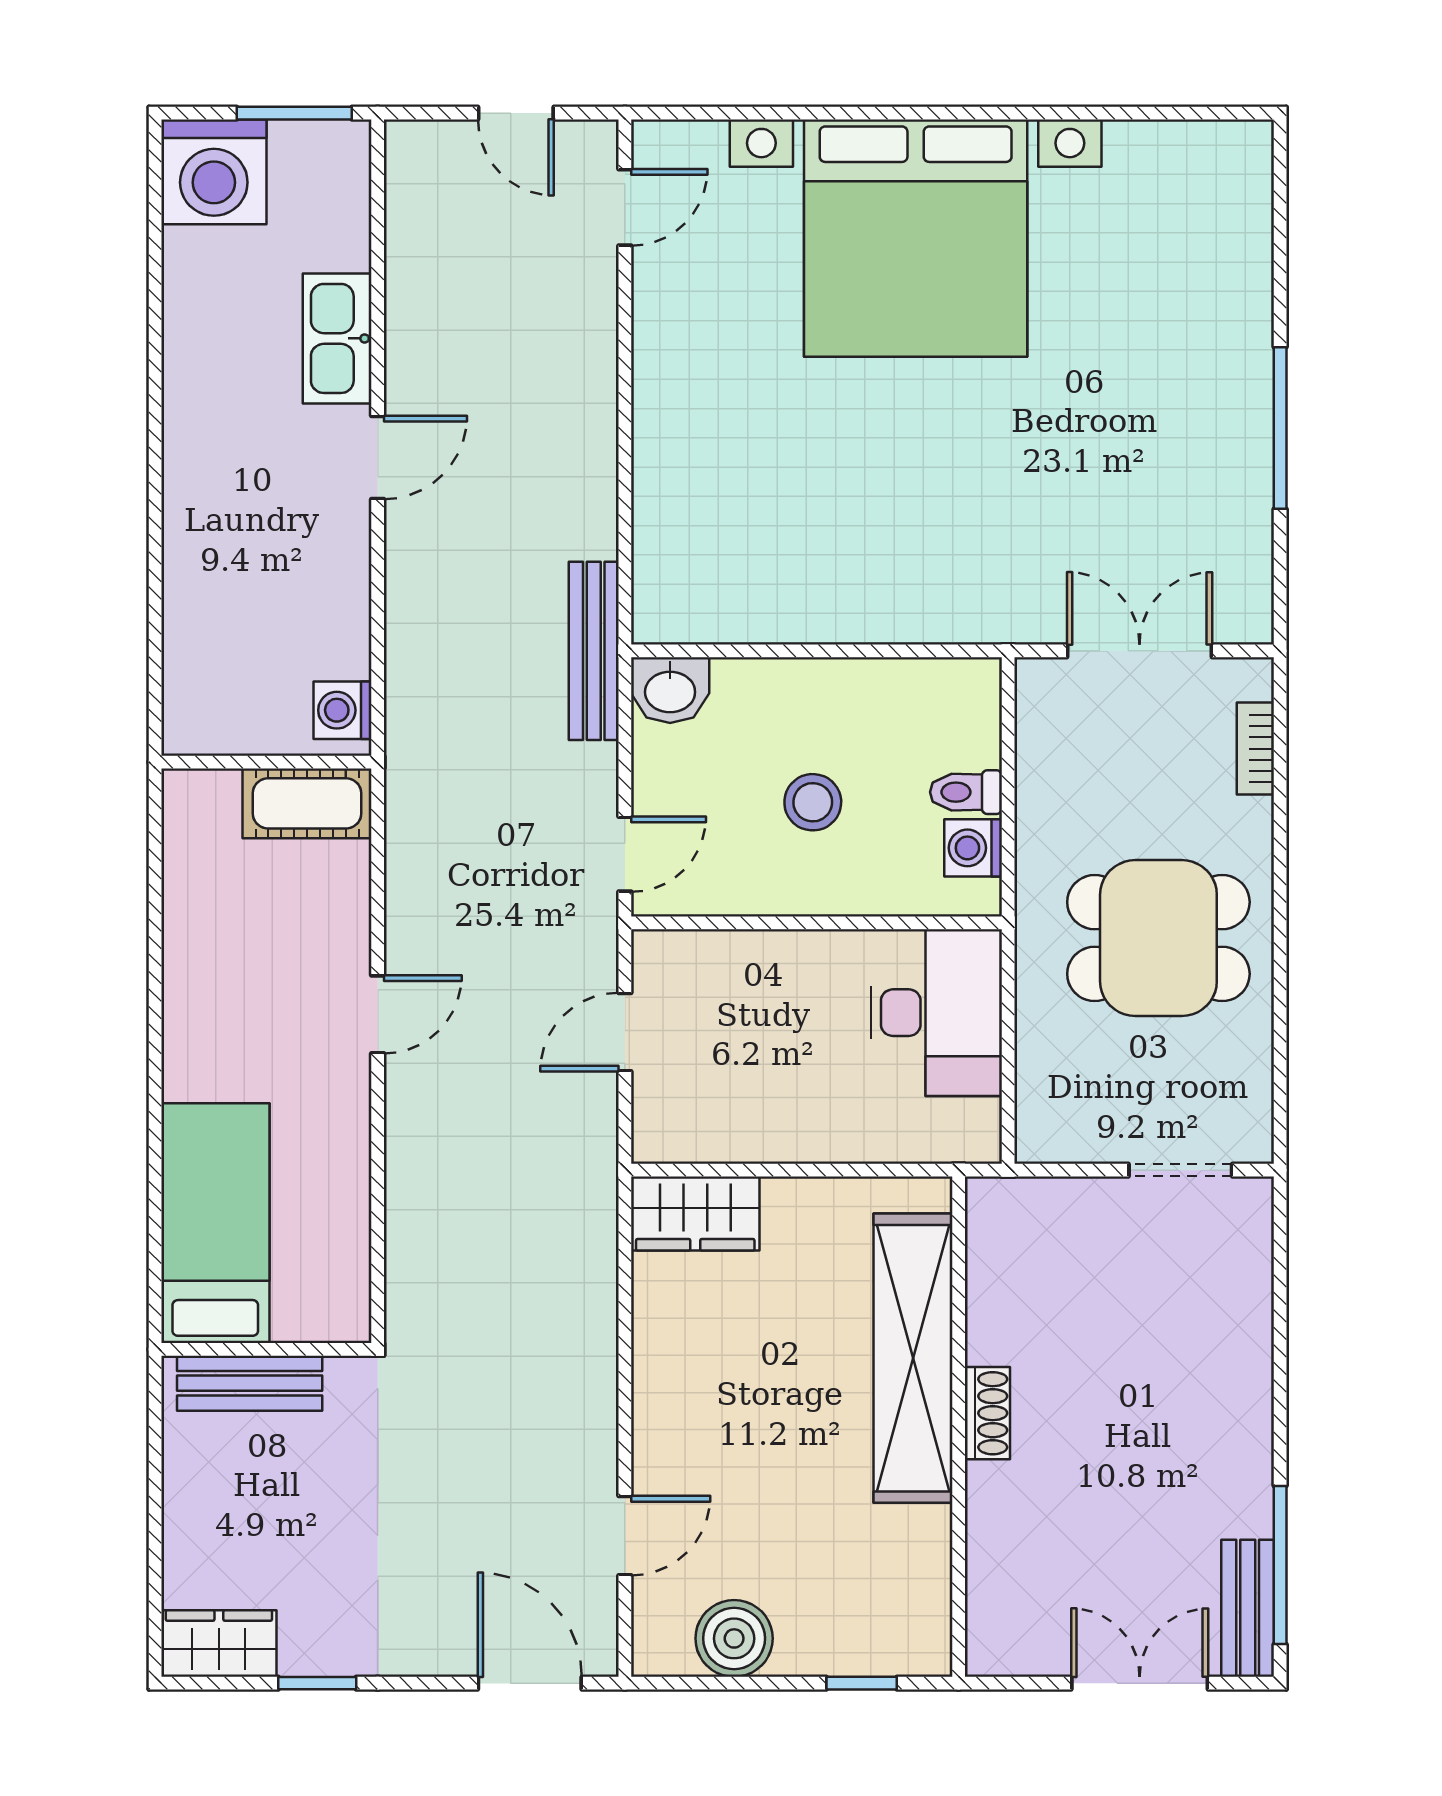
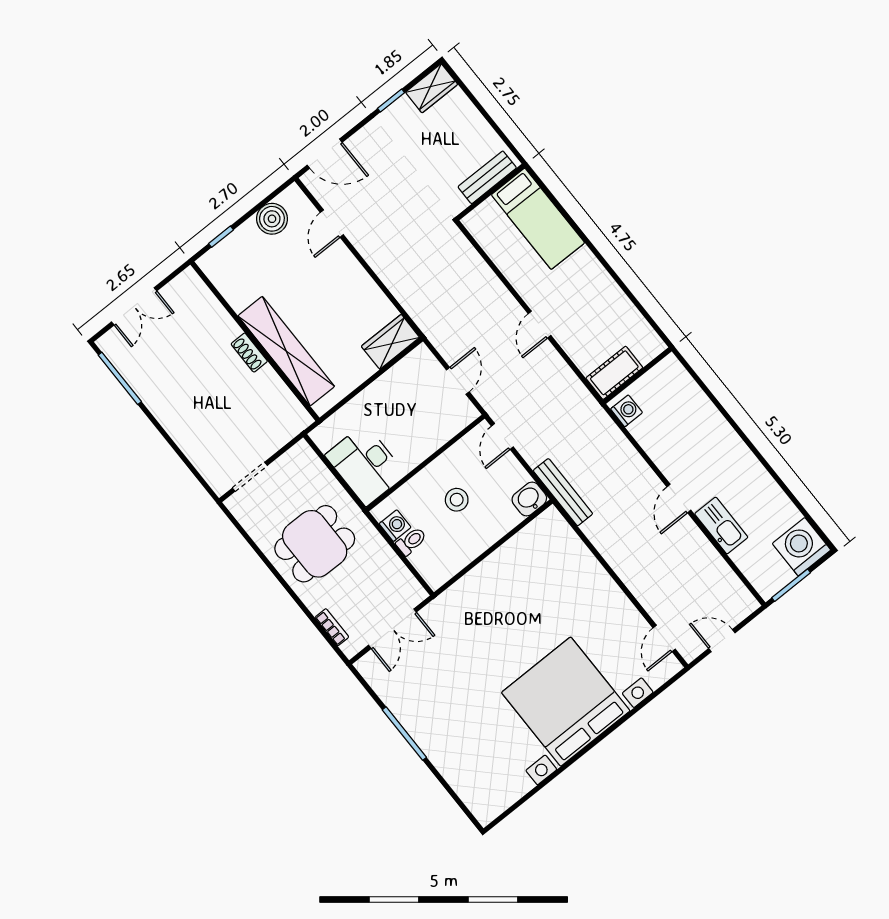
bench: (1248, 1608) -> (119, 357), removed

